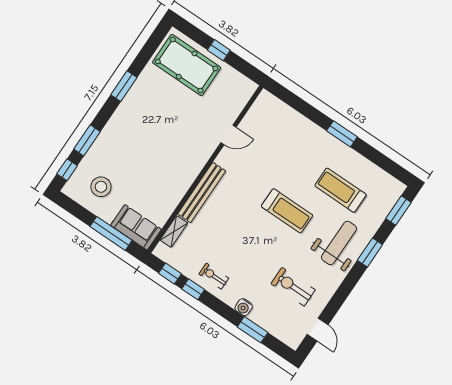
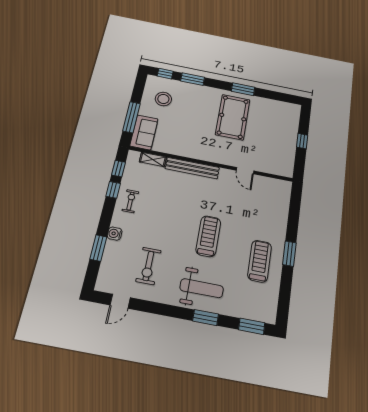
pool table: (187, 65) -> (233, 117), moved
treadmill: (340, 190) -> (260, 261), moved
treadmill: (287, 211) -> (208, 236), turned 180
exercise bike: (293, 287) -> (148, 266), turned 180

